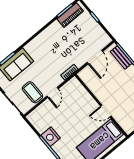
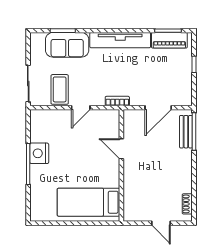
tv unit: (43, 37) -> (120, 40), added
door: (106, 111) -> (121, 149), moved

